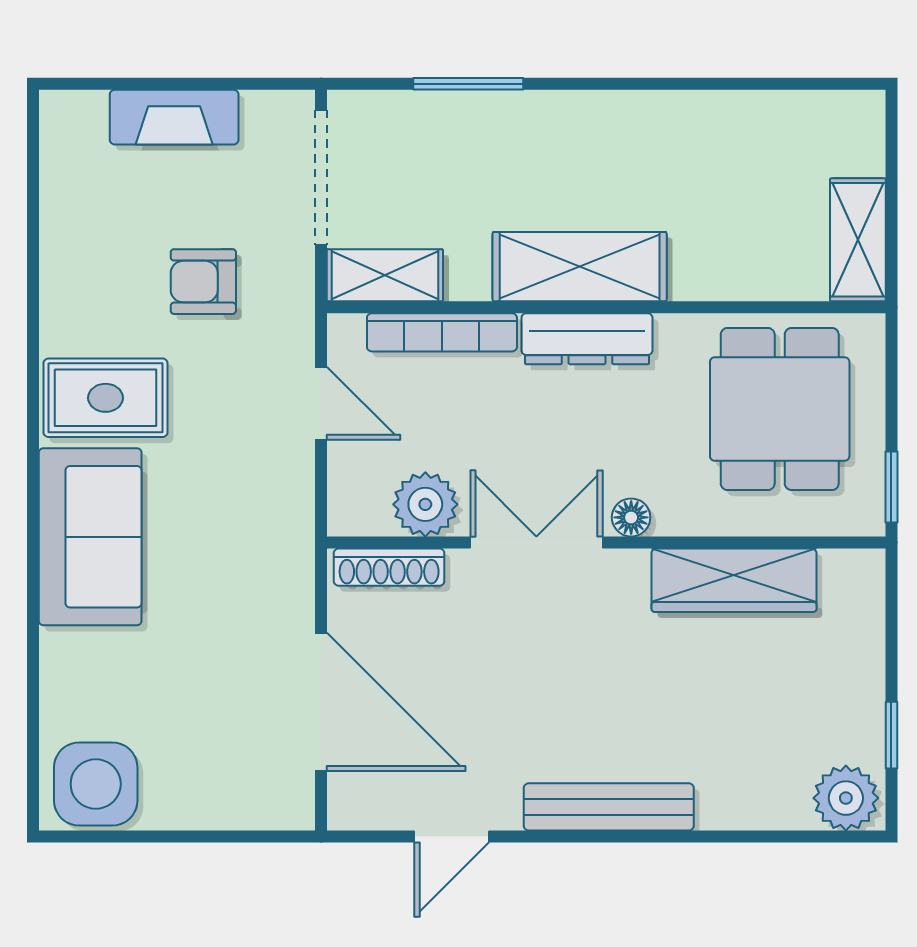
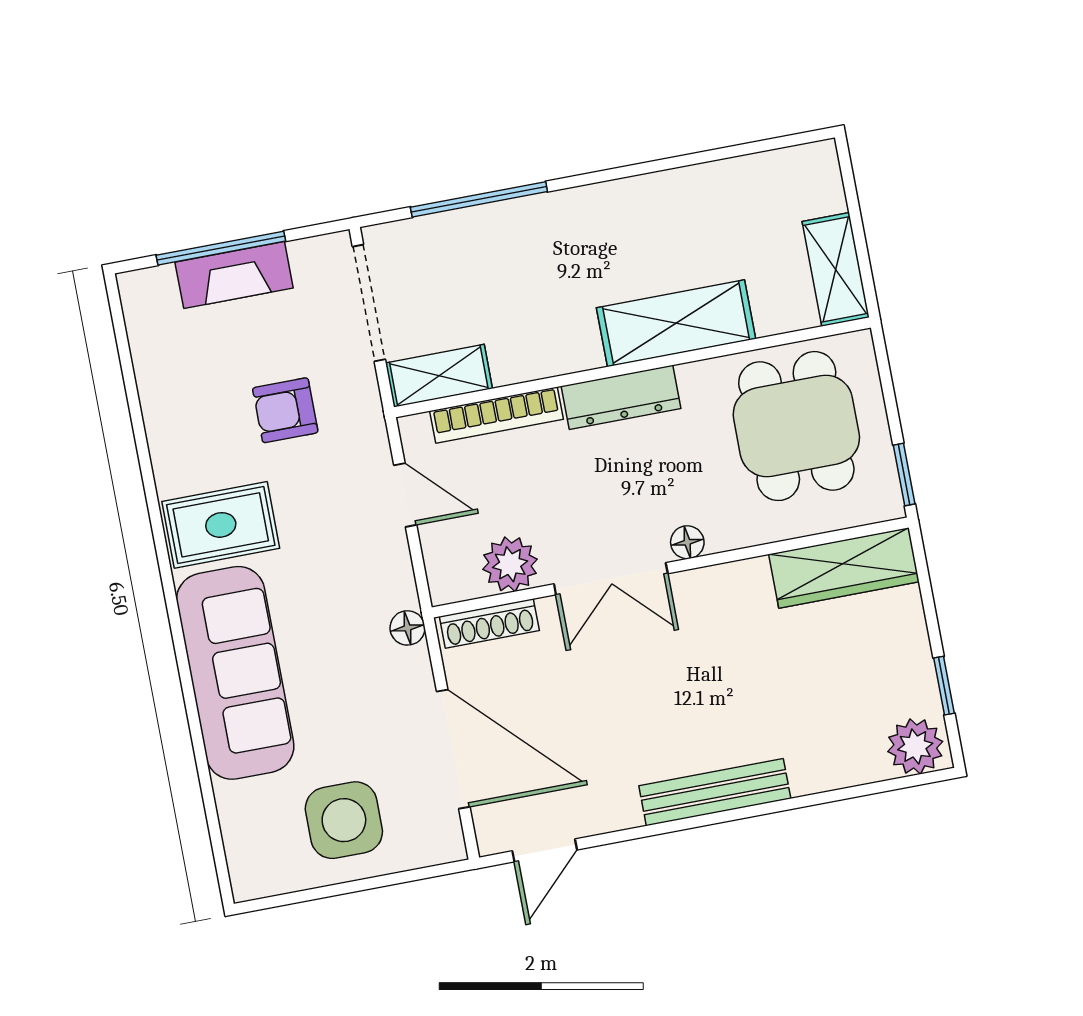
window: (165, 84) -> (221, 248), added
window: (468, 84) -> (479, 199), width x1.44
shelving: (580, 267) -> (676, 323), moved
sofa: (90, 537) -> (235, 673), width x1.36
double door: (536, 542) -> (611, 579), swing flipped
floor lamp: (295, 555) -> (407, 628), added
wardrobe: (734, 580) -> (844, 568), moved
side table: (96, 784) -> (344, 820), moved
door: (452, 836) -> (545, 850), moved

